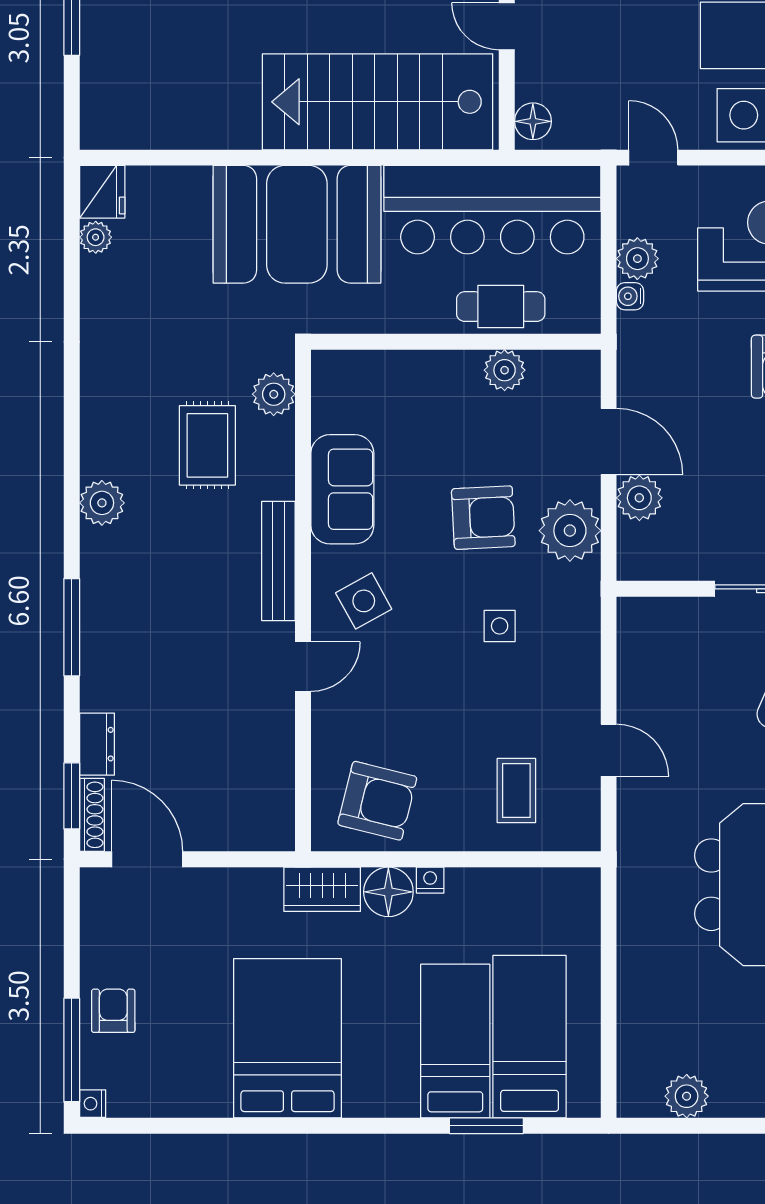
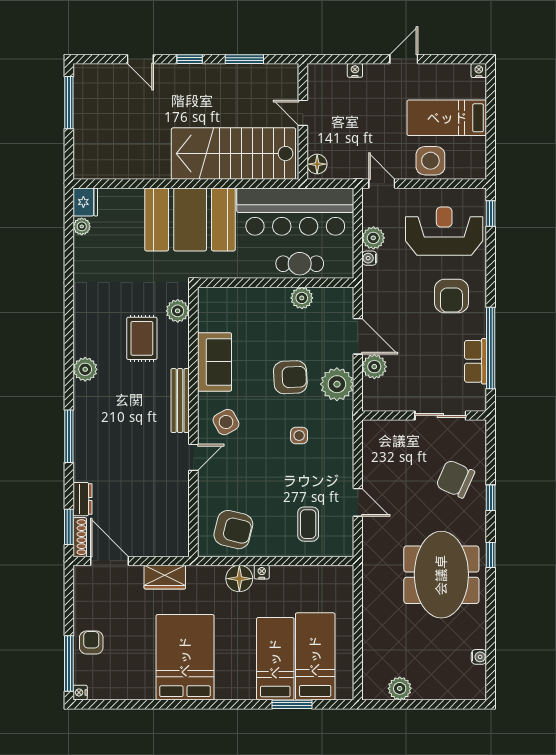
wardrobe: (322, 889) -> (165, 577), moved

